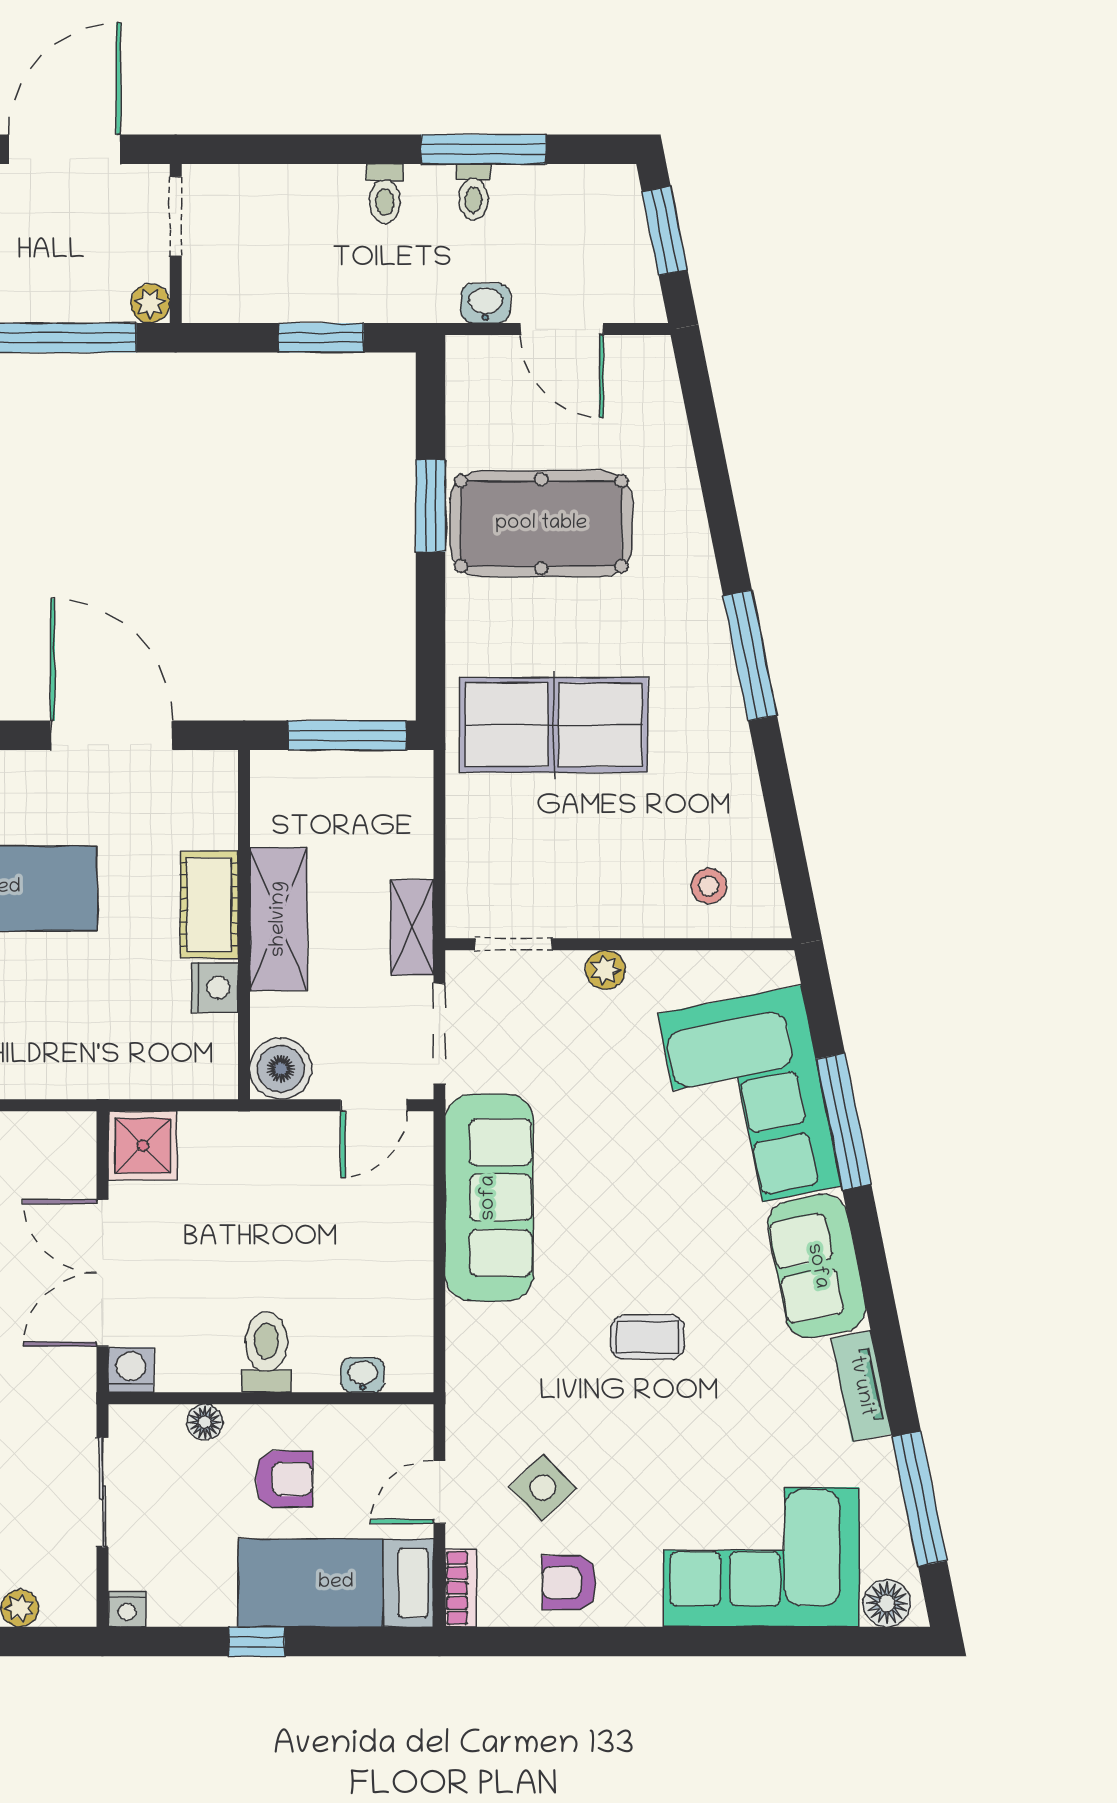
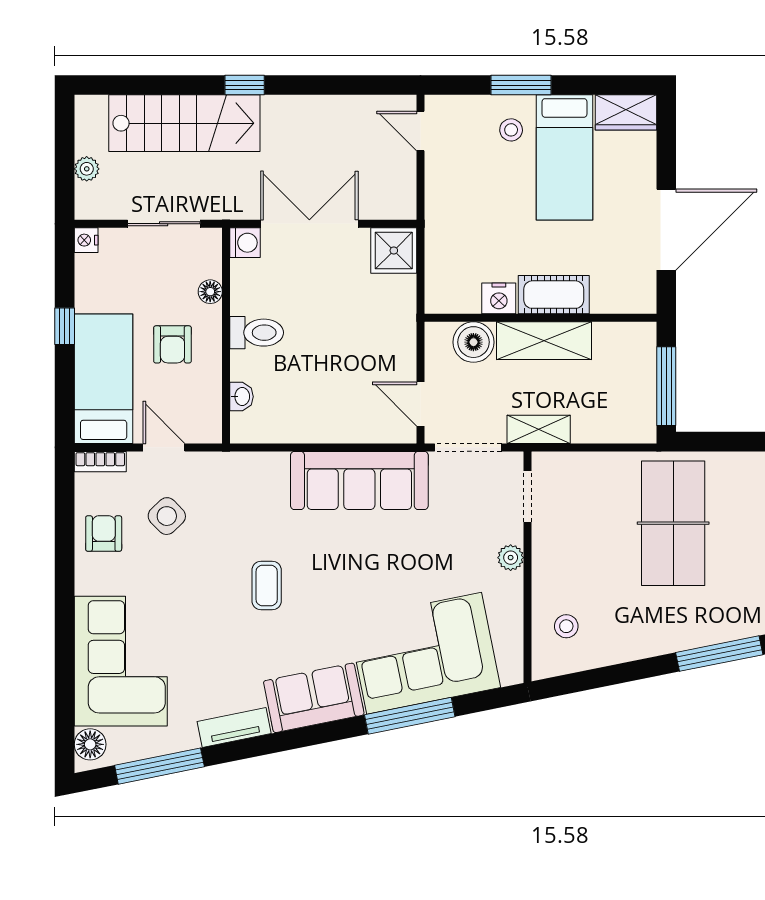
boiler: (281, 1069) -> (473, 342), moved

